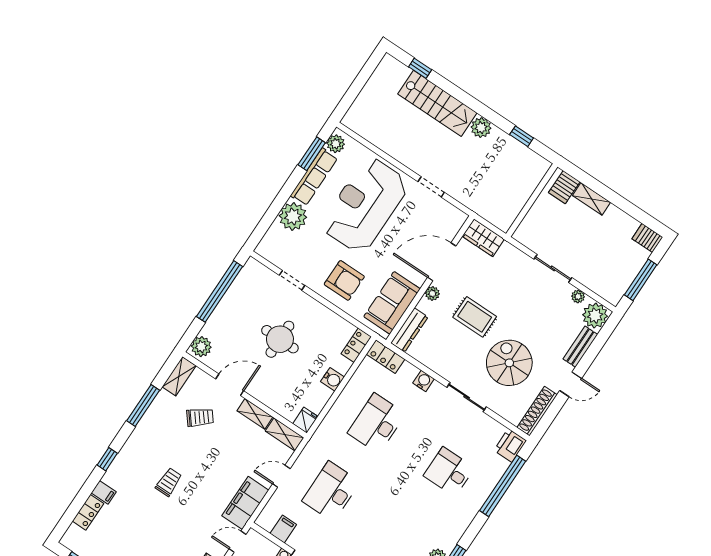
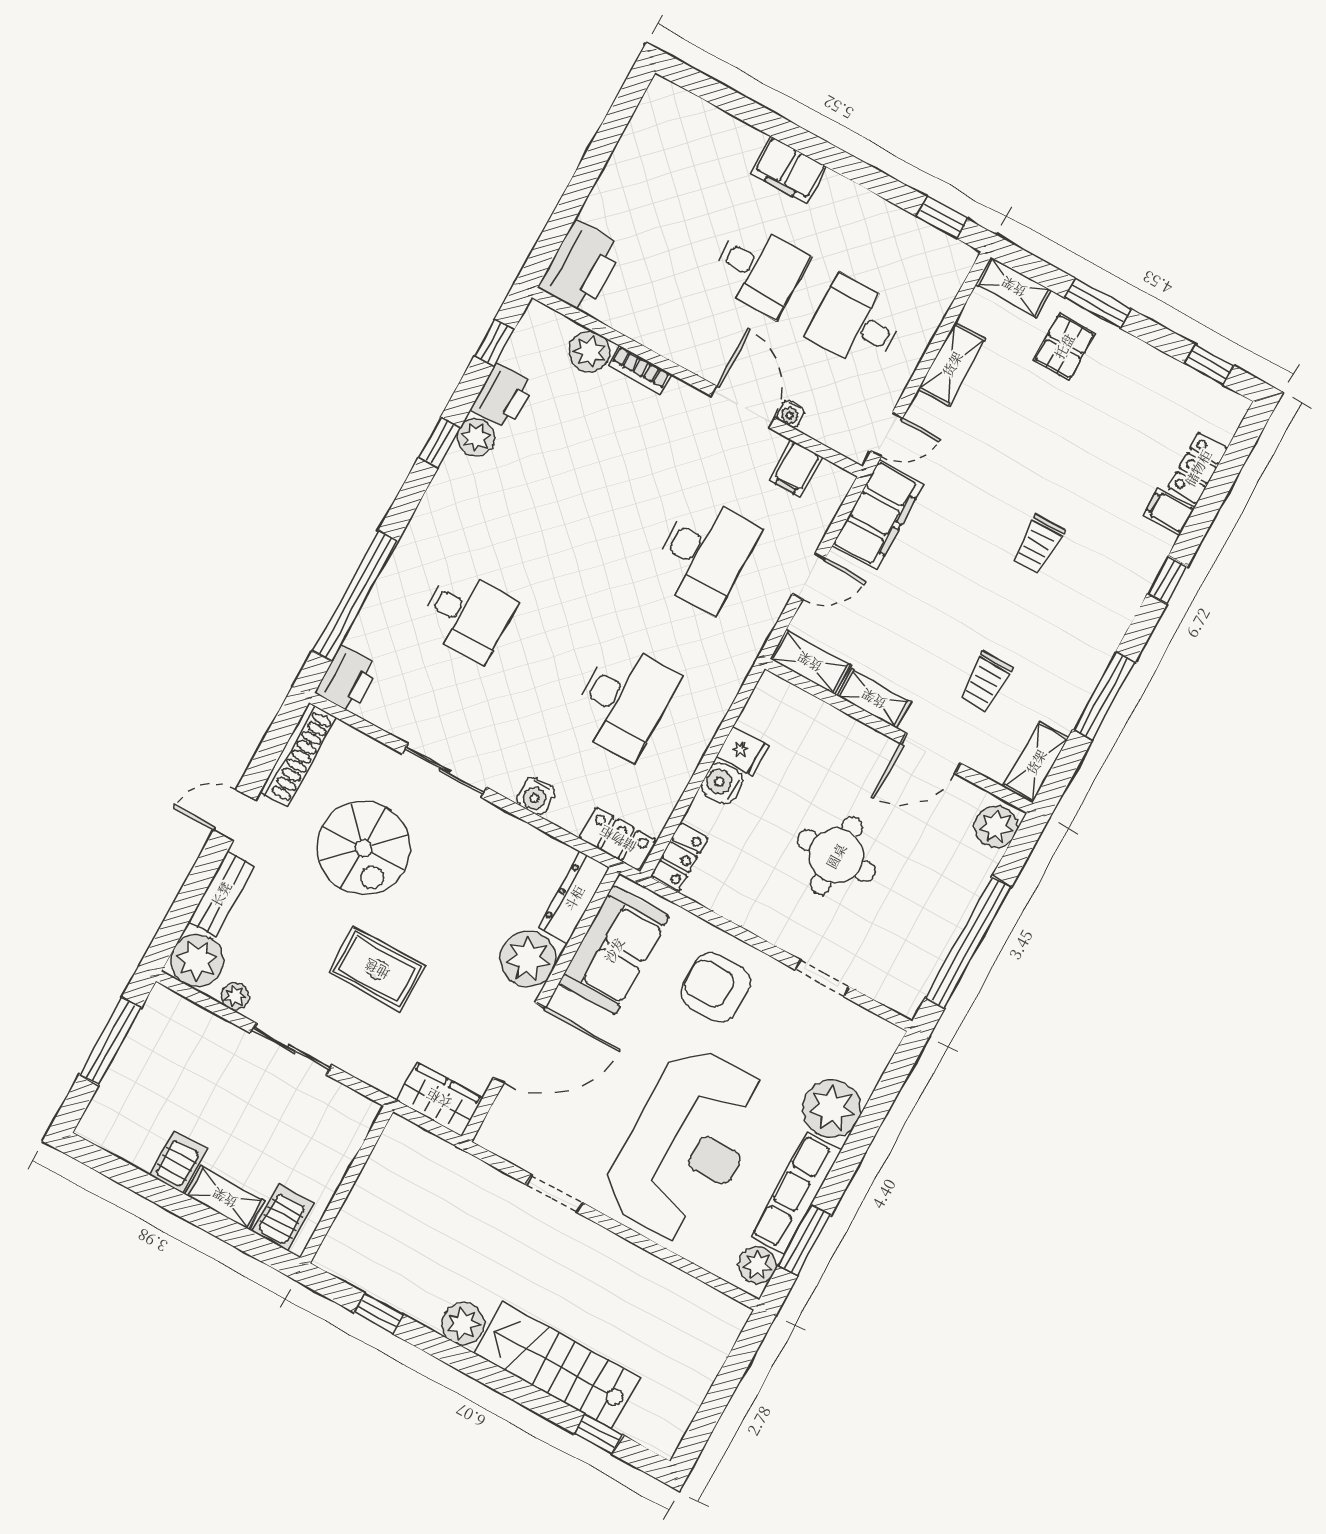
server rack: (647, 238) -> (178, 1162), moved, turned -90
plant: (432, 294) -> (528, 959), width x1.88, depth x1.88
rug: (475, 317) -> (377, 969), moved
trolley: (200, 417) -> (986, 682), turned -51
fridge: (305, 420) -> (743, 751), moved, turned -90

